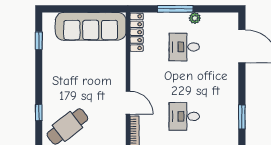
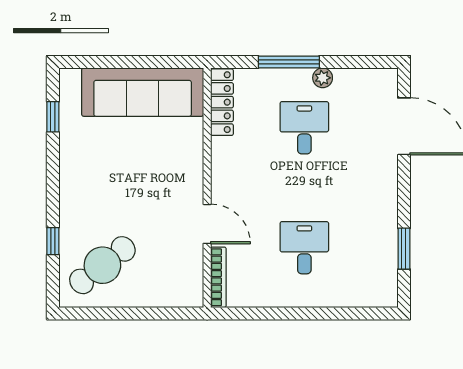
desk: (184, 47) -> (304, 128), turned 90
desk: (184, 116) -> (304, 248), turned 90

